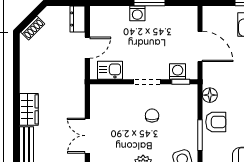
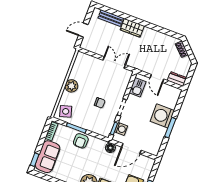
washing machine: (137, 13) -> (162, 116), width x1.89, depth x1.89
floor lamp: (210, 95) -> (110, 148), moved
double door: (87, 136) -> (114, 62), moved

